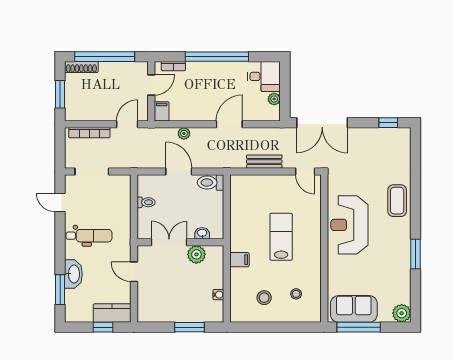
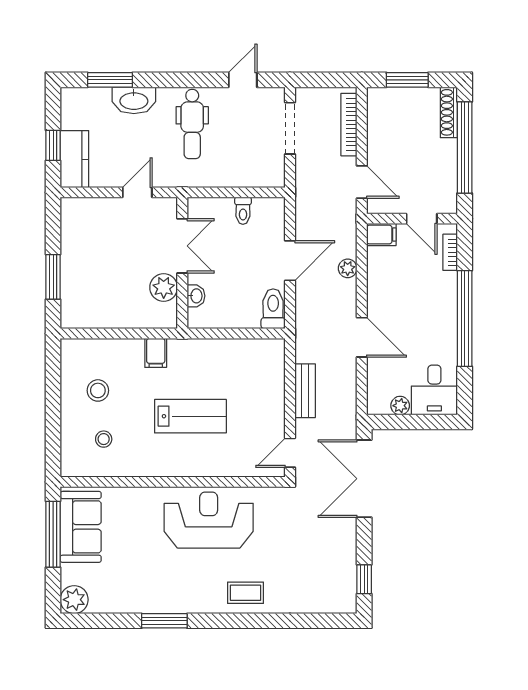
coffee table: (397, 201) -> (246, 593), width x0.73, depth x0.77
water cooler: (218, 295) -> (102, 321), removed

